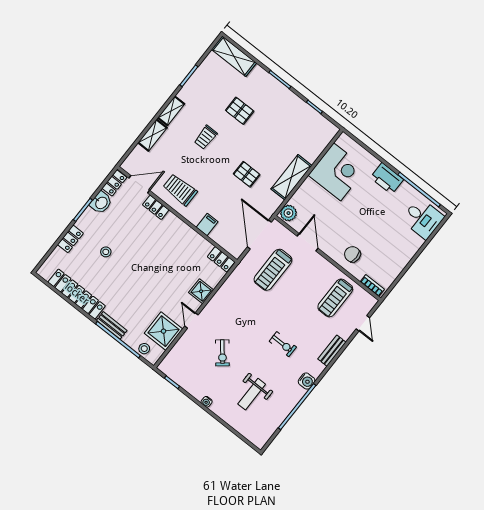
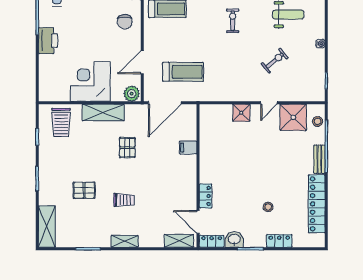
pallet: (240, 111) -> (84, 190), turned 90
shelving: (153, 135) -> (179, 241), moved
corner desk: (337, 172) -> (90, 82), moved
trolley: (180, 190) -> (61, 122), moved
locker: (221, 259) -> (206, 117), removed

